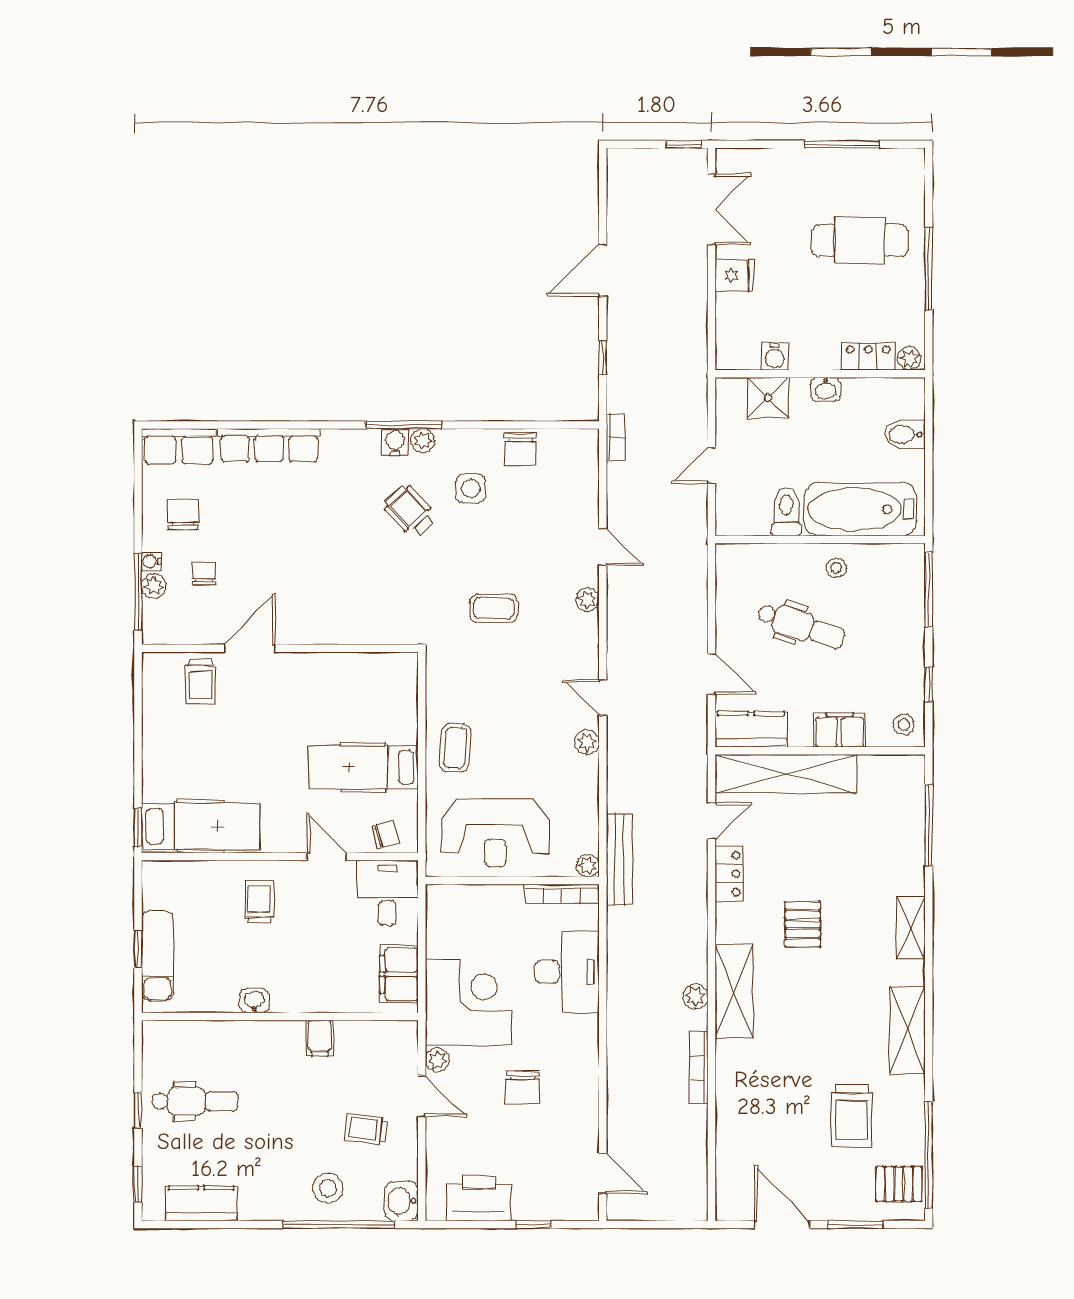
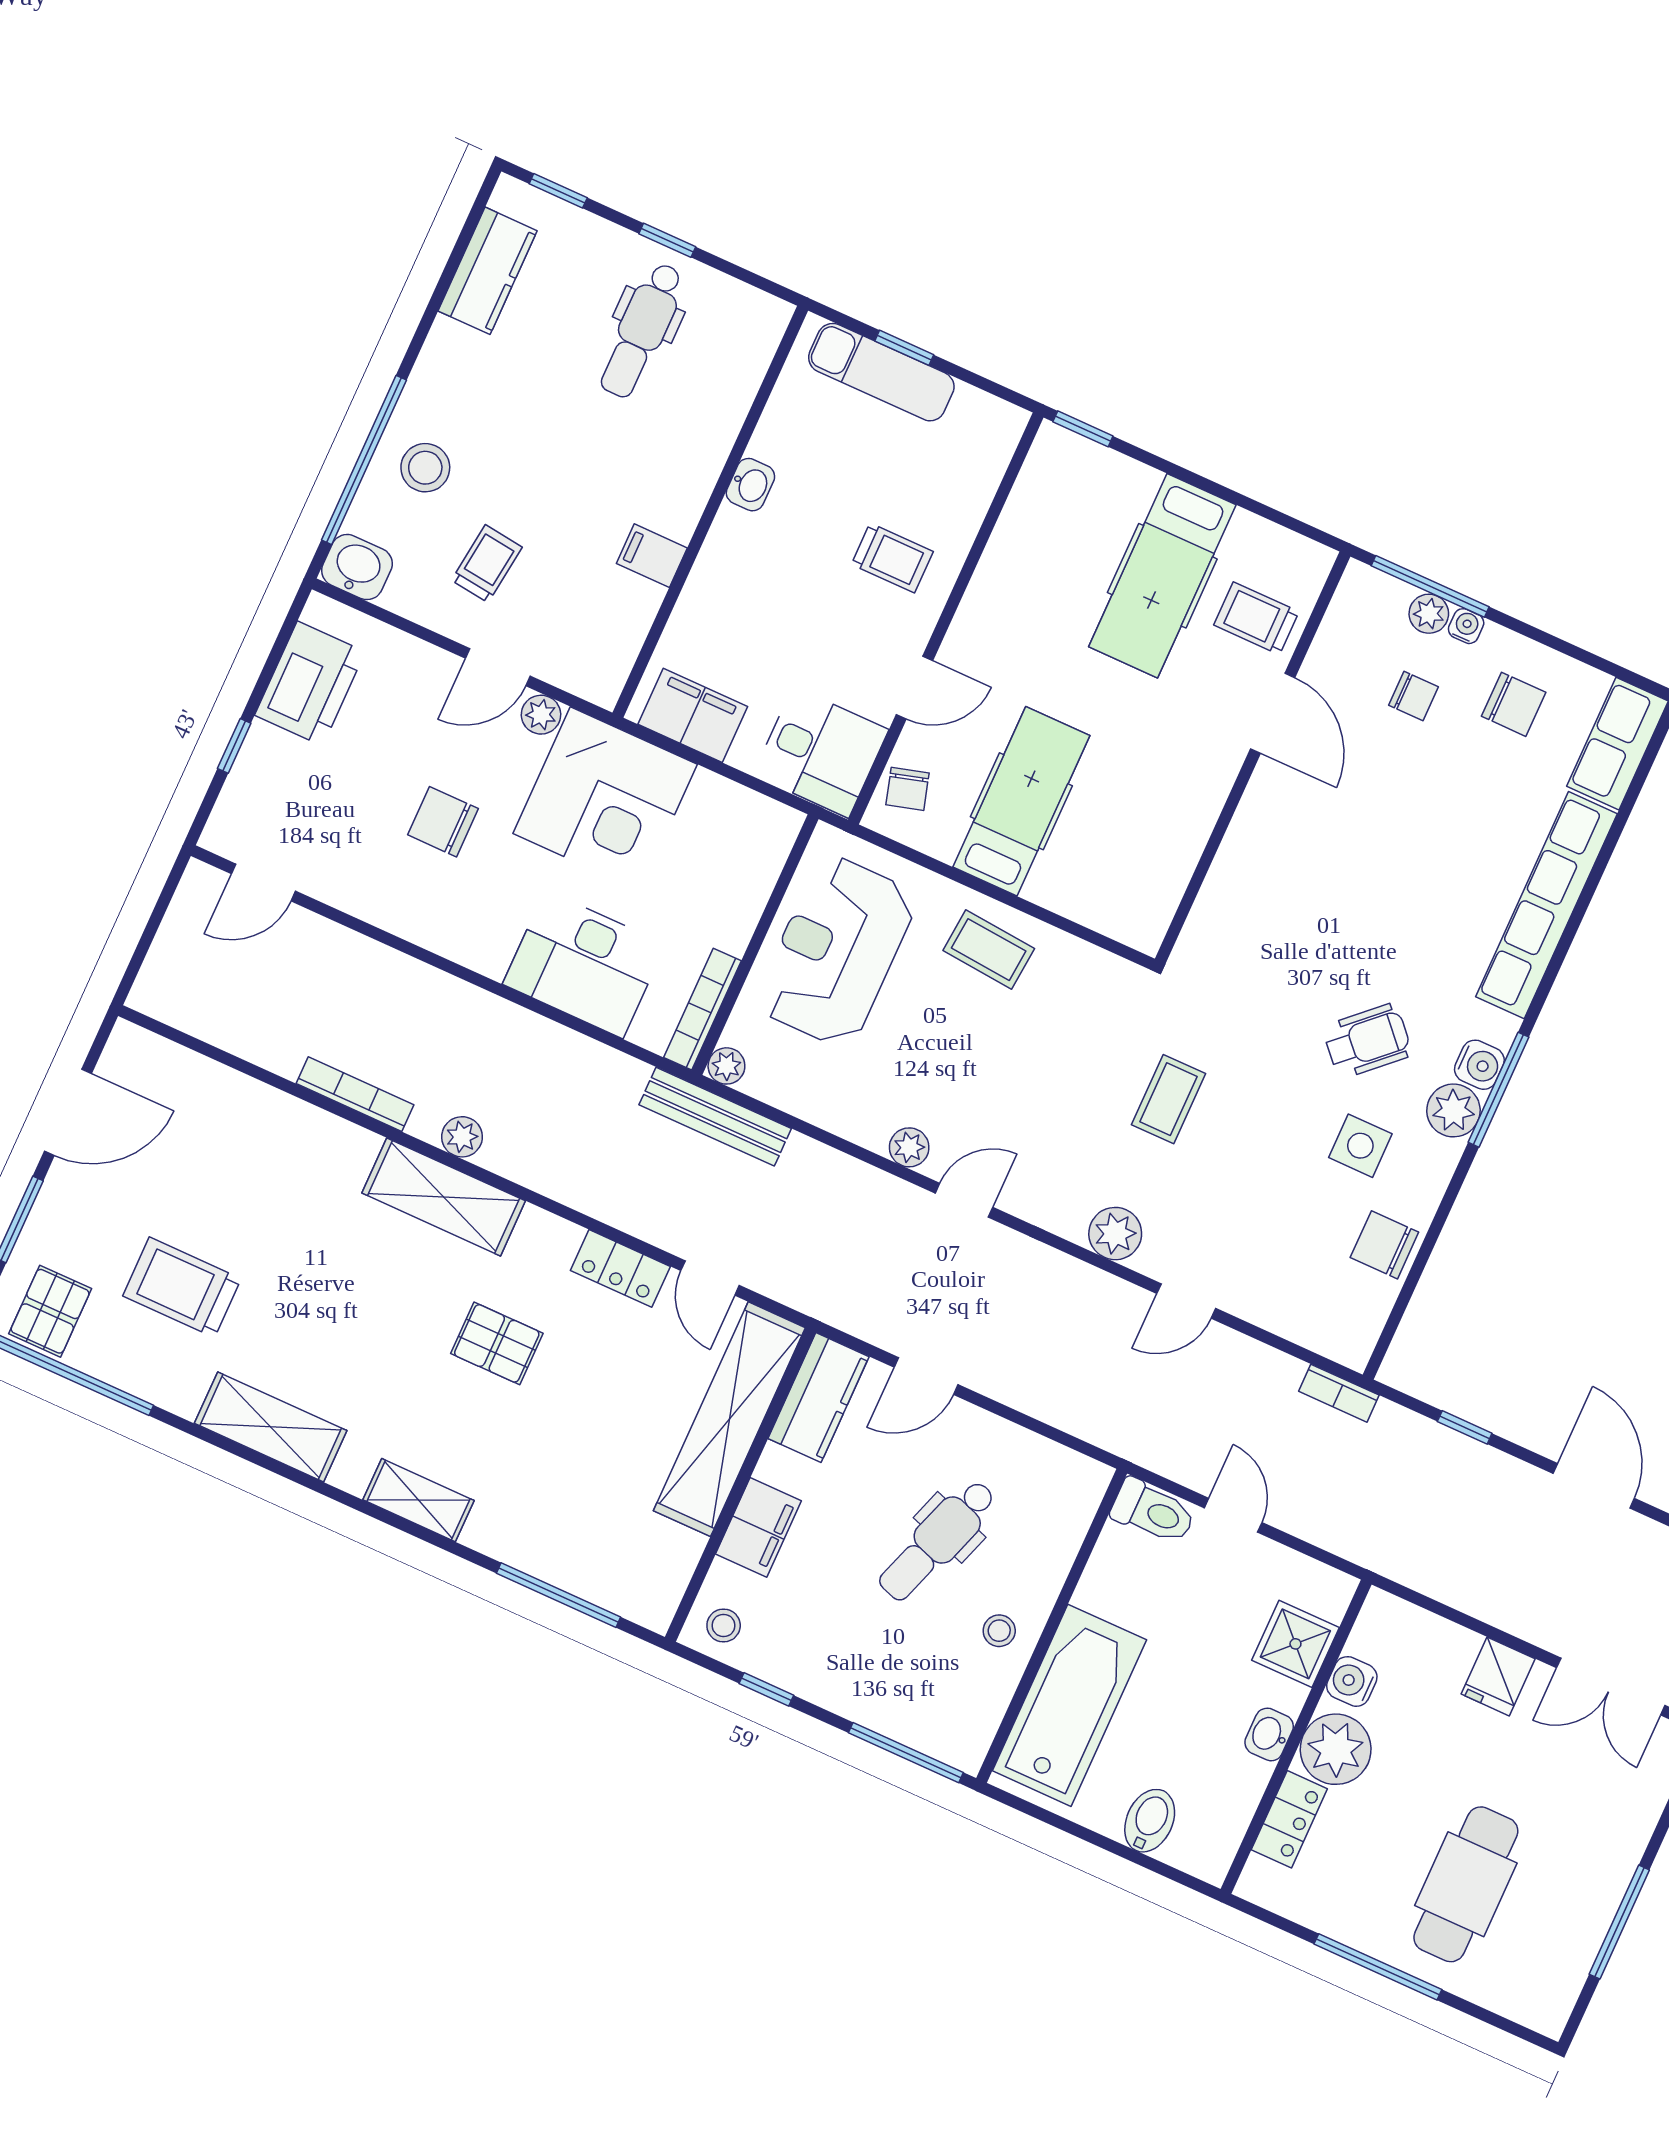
plant: (909, 358) -> (1336, 1749), moved, width x1.88, depth x1.88
plant: (423, 441) -> (1453, 1110), width x1.38, depth x1.38
row of seats: (269, 445) -> (1546, 905), width x1.36
toilet: (786, 512) -> (1153, 1512), moved
plant: (587, 600) -> (1115, 1234), width x1.38, depth x1.38
hospital bed: (201, 826) -> (1162, 576), moved

